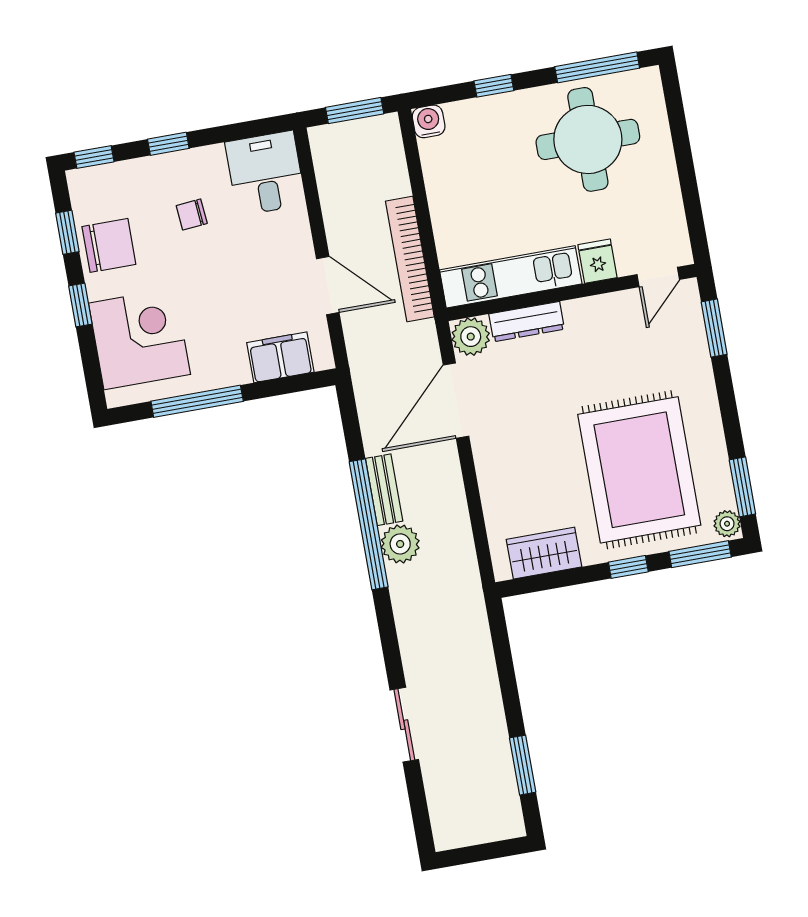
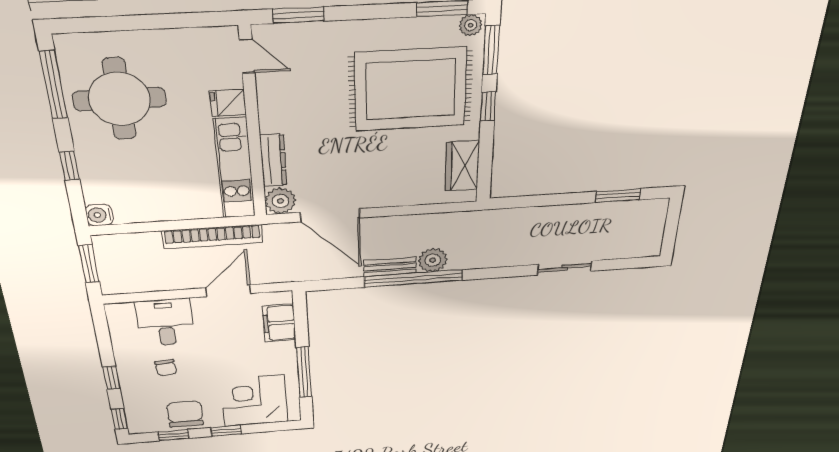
desk: (265, 173) -> (165, 322), moved, turned 90

